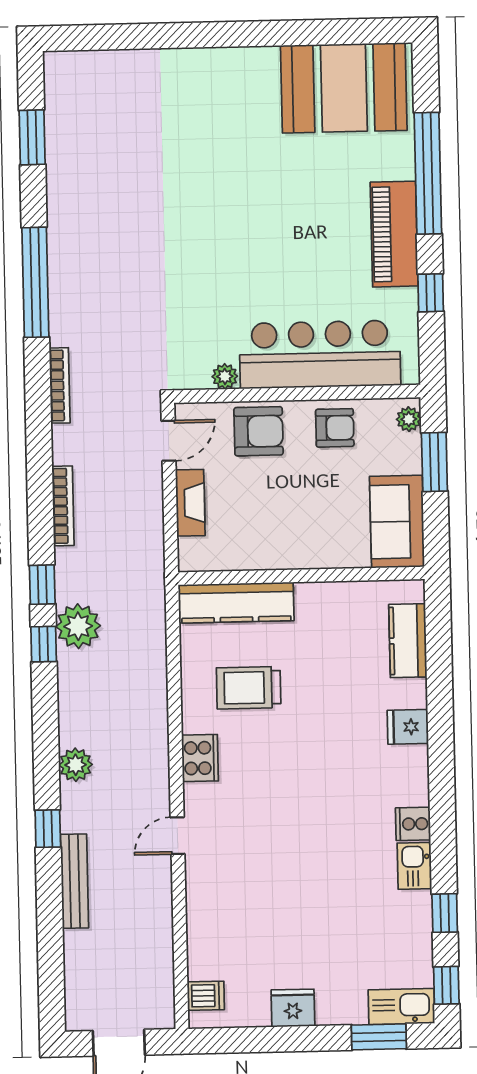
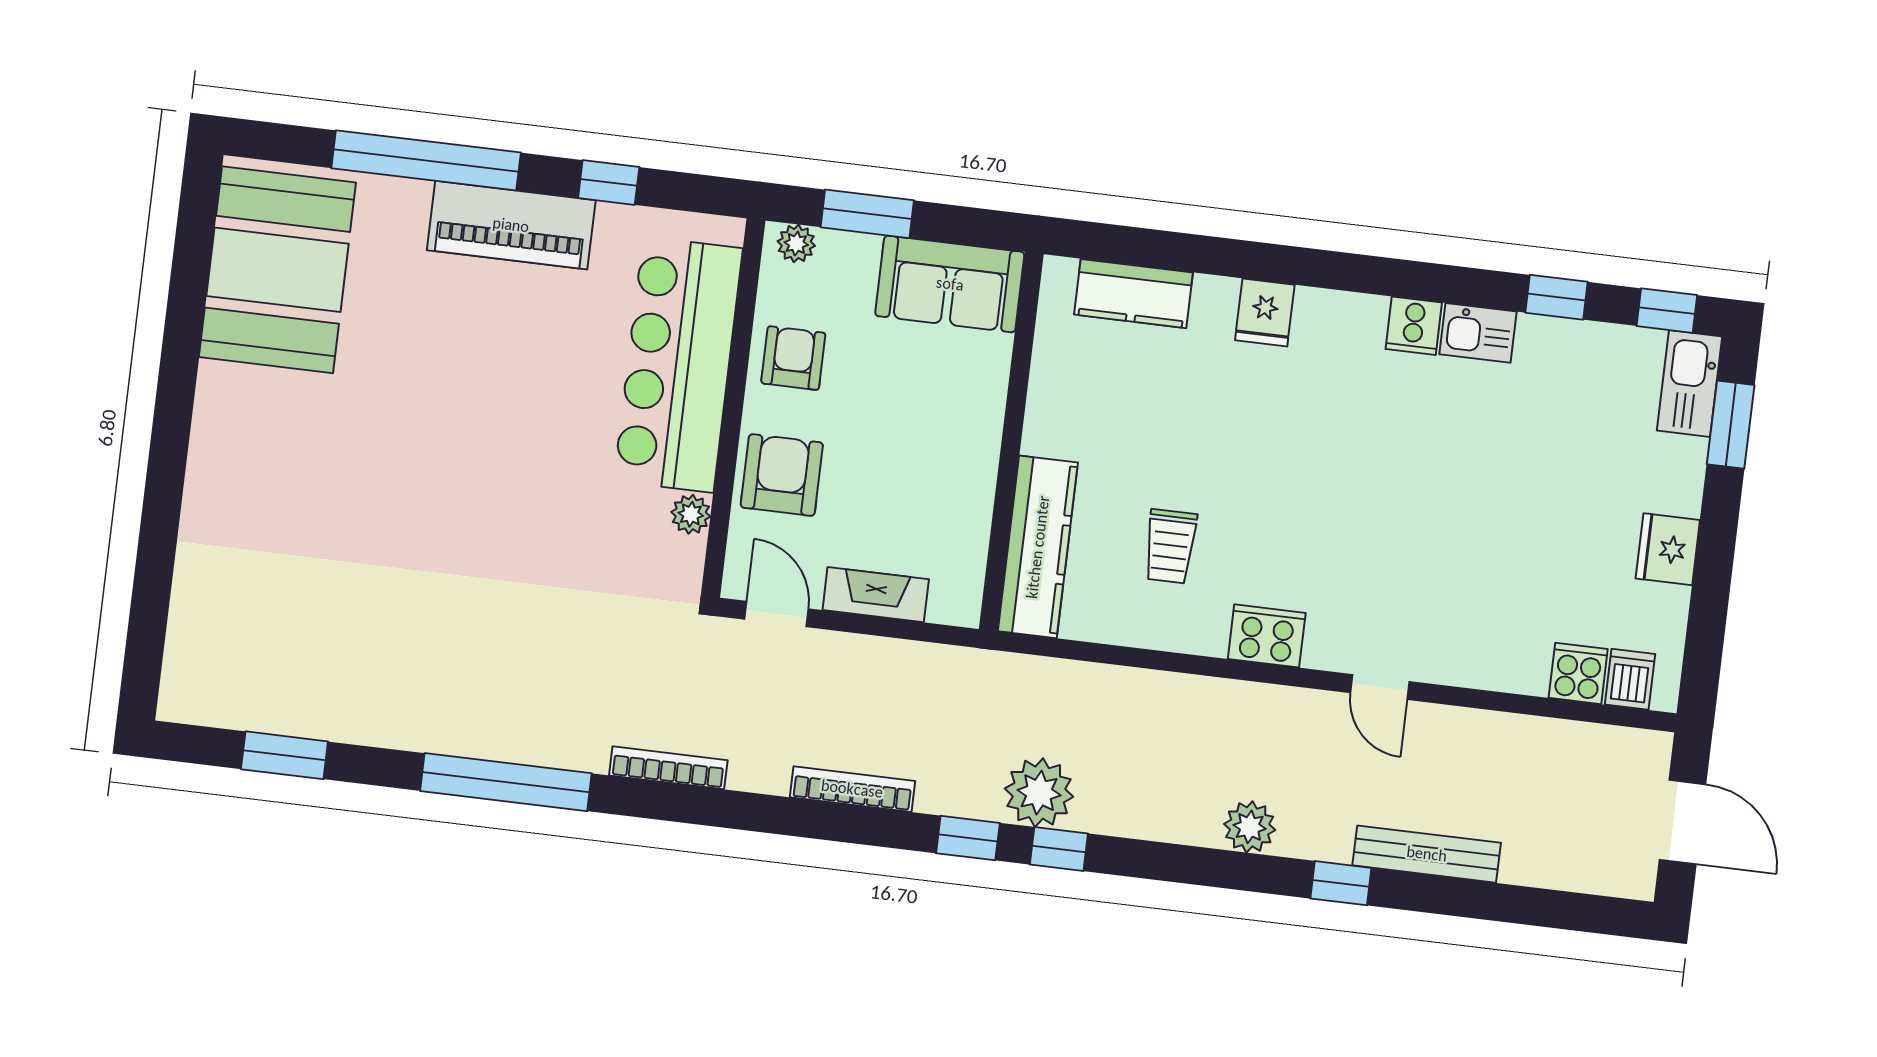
trolley: (249, 688) -> (1170, 546), width x0.73, depth x0.72
cooker: (205, 962) -> (1578, 673), added

